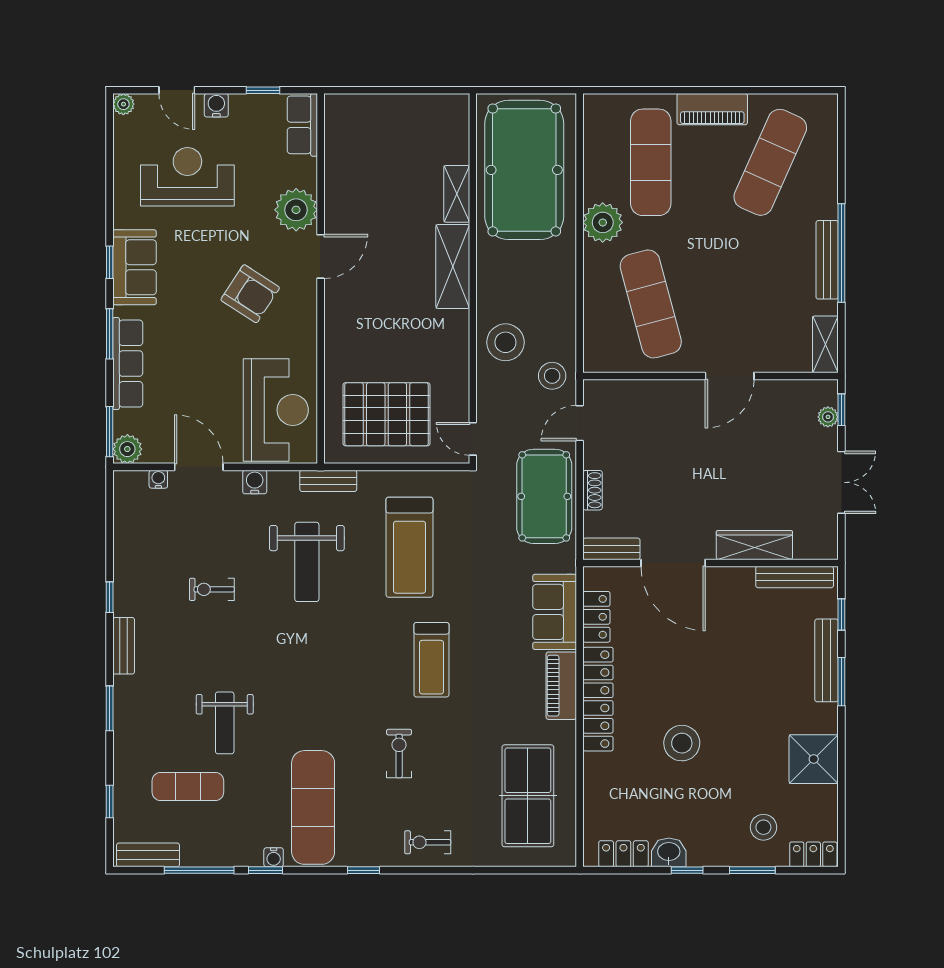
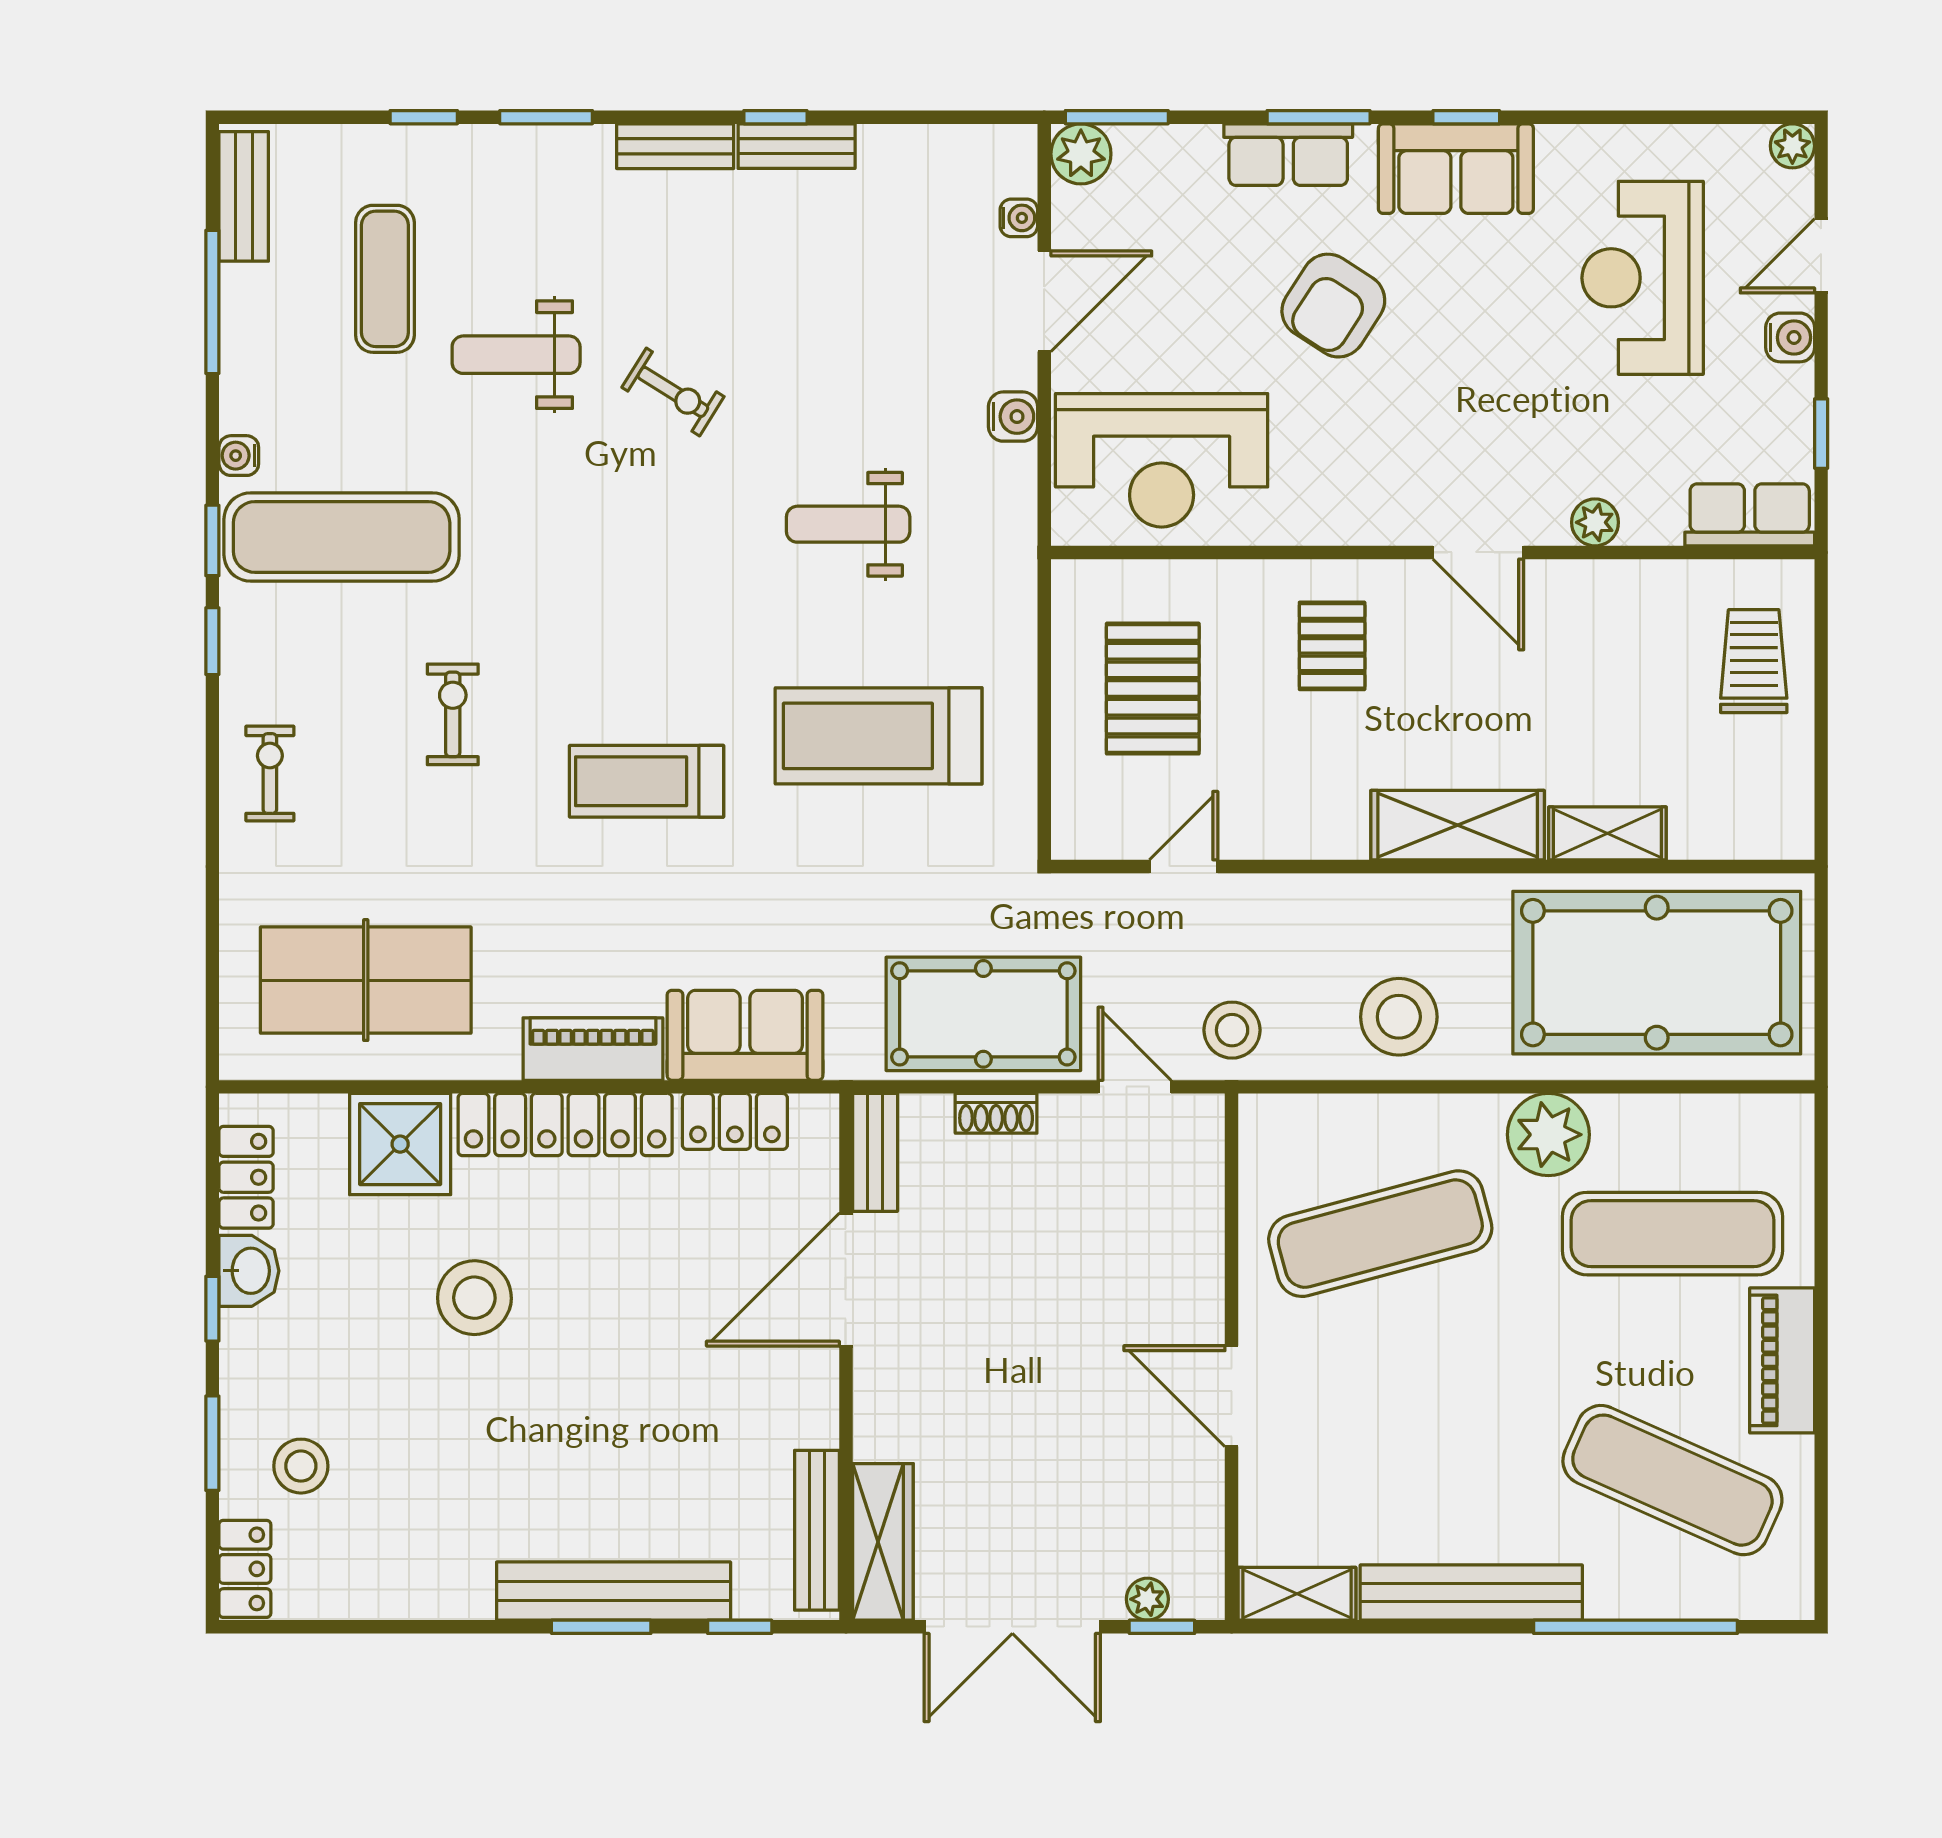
trolley: (373, 123) -> (1754, 661), added
reception desk: (187, 177) -> (1643, 278), turned 180
plant: (296, 210) -> (1595, 522), width x0.53, depth x0.53
window: (841, 253) -> (1635, 1627), moved
bench: (827, 260) -> (1471, 1593), width x1.37, depth x1.21
armchair: (250, 294) -> (1333, 306), moved
pallet: (366, 327) -> (1332, 646), added
stool: (505, 342) -> (1399, 1017), moved
row of seats: (128, 364) -> (1288, 155), width x0.68
pallet: (387, 414) -> (1153, 689), width x0.73, depth x0.71
door: (473, 439) -> (1184, 866), moved
bench: (328, 481) -> (797, 146), moved, turned 90
double door: (841, 482) -> (1012, 1627), width x1.37
wardrobe: (754, 545) -> (883, 1542), moved
weight bench: (307, 562) -> (848, 524), width x0.73, depth x0.75
exercise bike: (212, 589) -> (673, 392), moved, turned 122
bench: (827, 660) -> (614, 1591), width x1.37, depth x1.21
exercise bike: (399, 754) -> (453, 714), turned -90
shower: (814, 759) -> (400, 1144), moved
window: (110, 802) -> (424, 117), moved
window: (265, 870) -> (212, 540), moved

